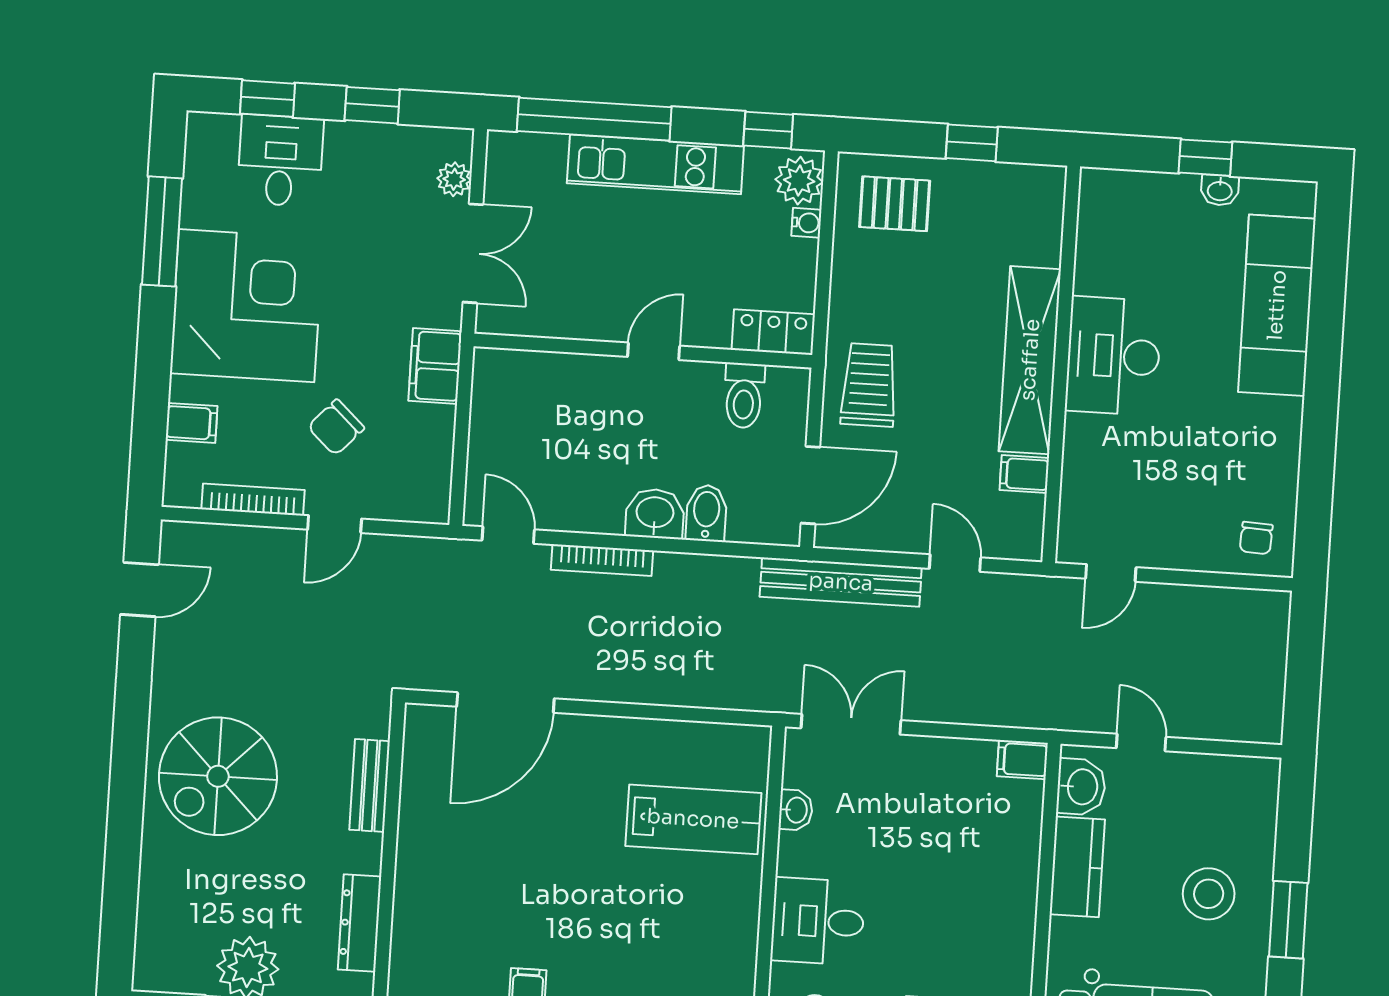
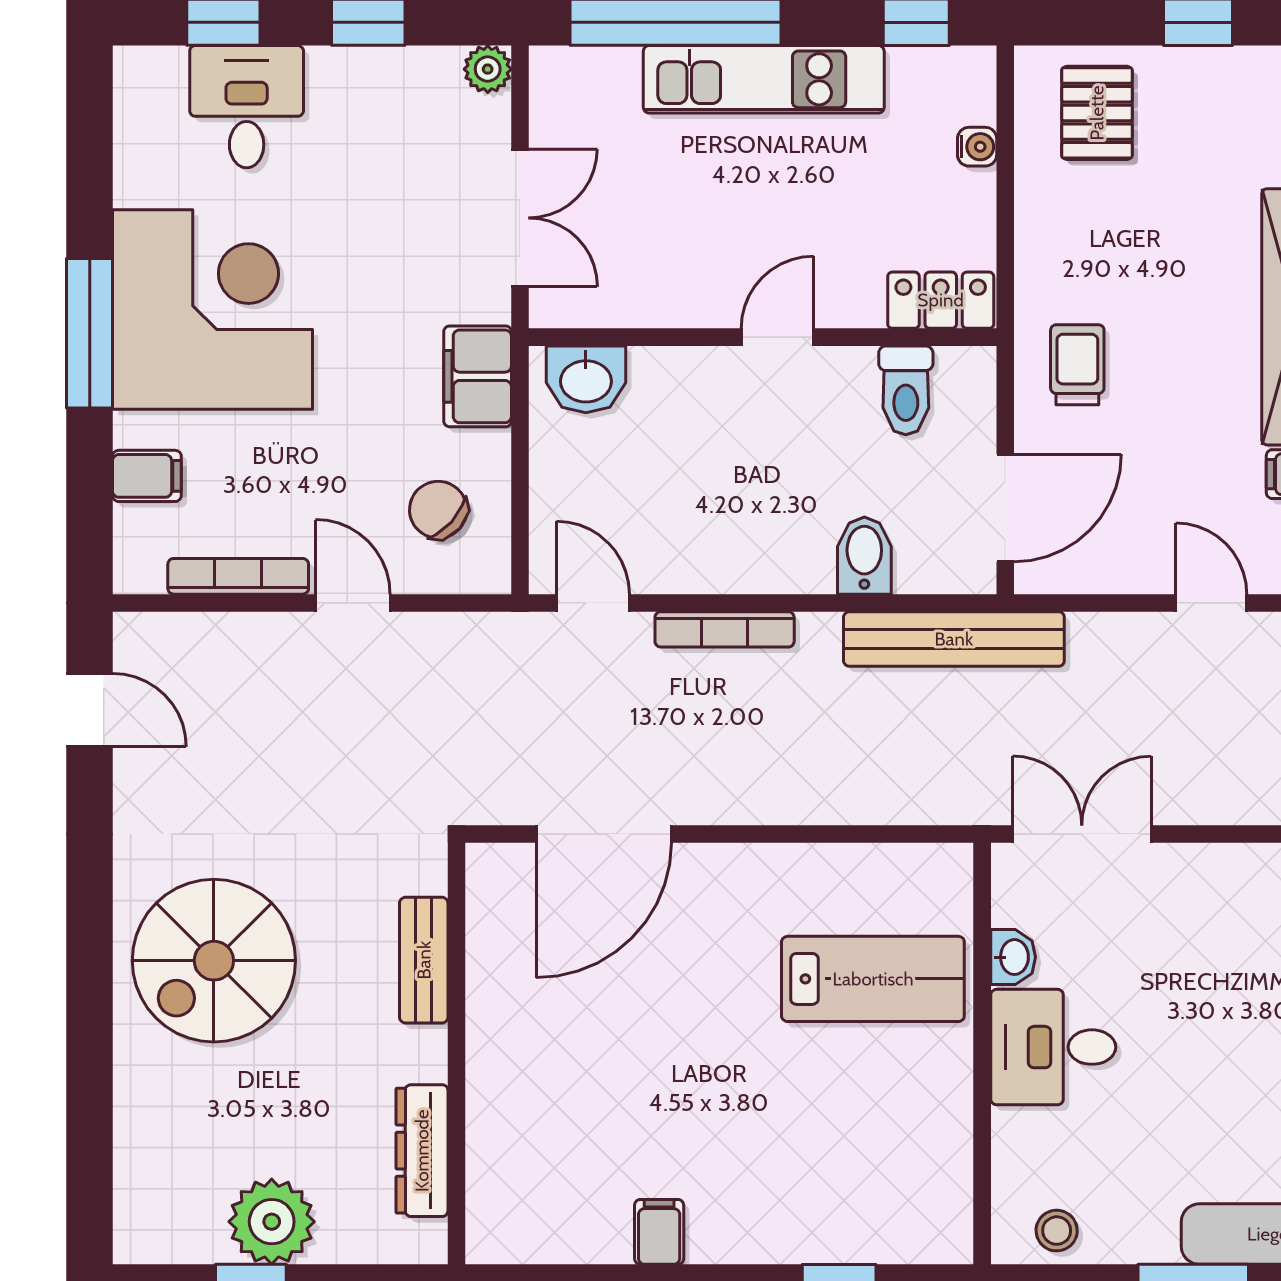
plant: (454, 179) -> (488, 69), moved
plant: (799, 181) -> (963, 89), removed
pallet: (895, 204) -> (1097, 113), turned 90
window: (162, 231) -> (90, 333), moved
trolley: (869, 385) -> (1077, 365), width x0.73, depth x0.72
chair: (336, 427) -> (438, 510), moved, turned 89
washbasin: (655, 514) -> (586, 379), moved, turned 180
door: (335, 524) -> (353, 603), swing flipped
bench: (841, 582) -> (954, 639), moved
door: (139, 589) -> (90, 710), hinge flipped
desk: (818, 921) -> (1053, 1047), moved

